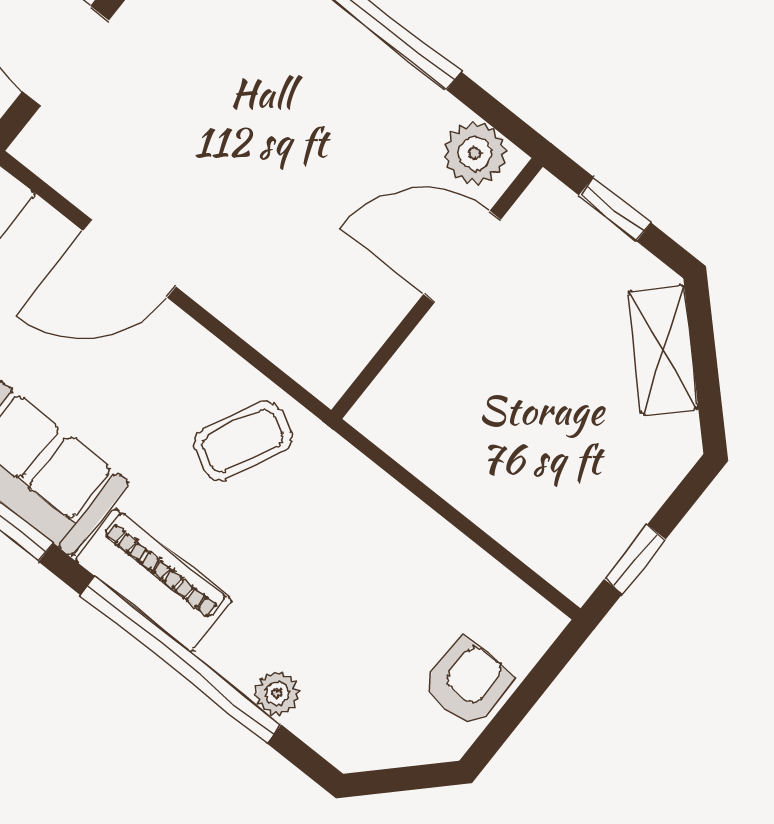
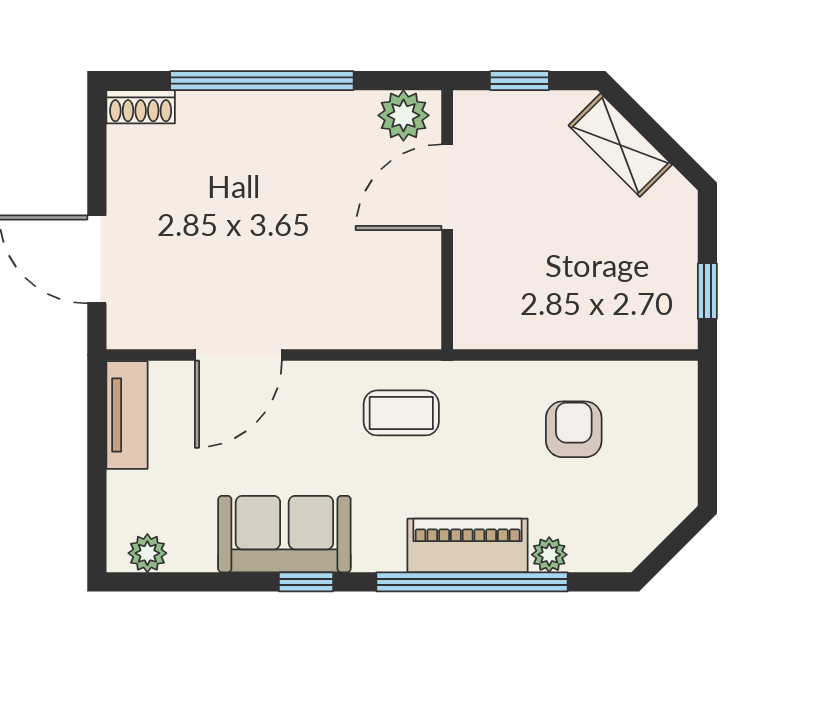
coffee table: (243, 441) -> (401, 413), turned 64
piano: (153, 580) -> (468, 546), moved
armchair: (467, 683) -> (574, 429), moved

